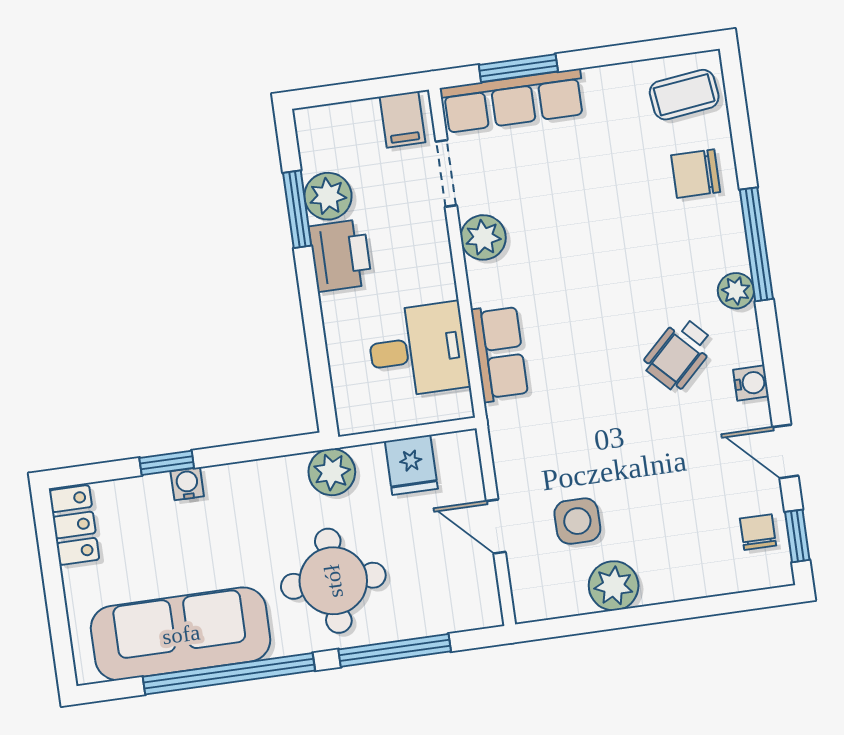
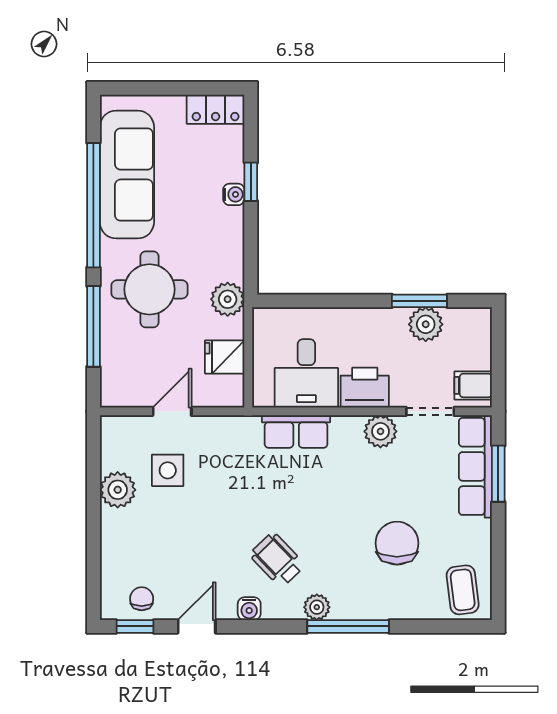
chair: (696, 174) -> (397, 543), moved, width x1.37, depth x1.37
printer: (340, 255) -> (365, 388), moved, turned 180
chair: (758, 532) -> (142, 599), turned -90

